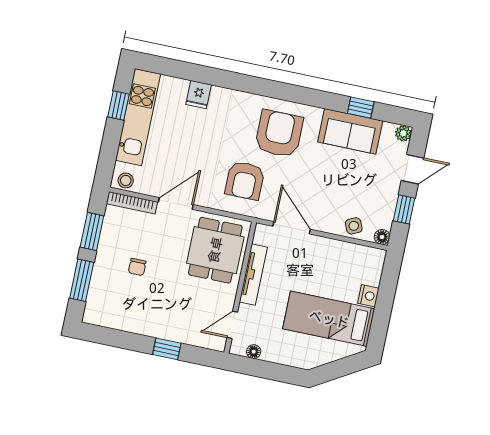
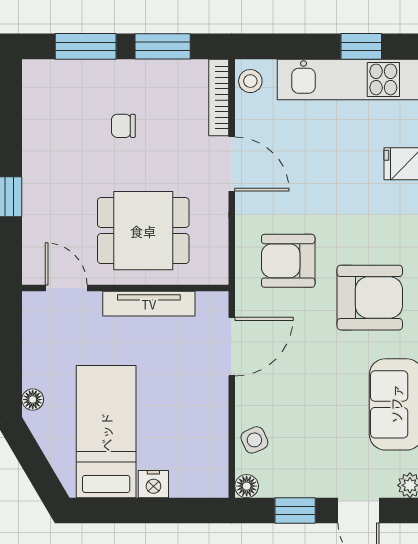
dining table: (215, 250) -> (143, 231), moved
floor lamp: (254, 352) -> (33, 400), moved

